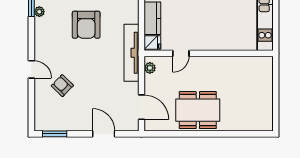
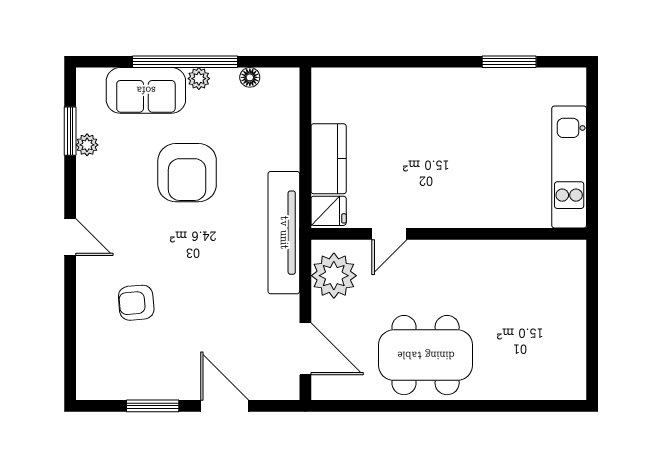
plant: (150, 68) -> (334, 276), width x1.87, depth x1.87
door: (31, 69) -> (70, 237), moved
armchair: (62, 86) -> (136, 303), turned -49
window: (55, 134) -> (153, 406), moved

